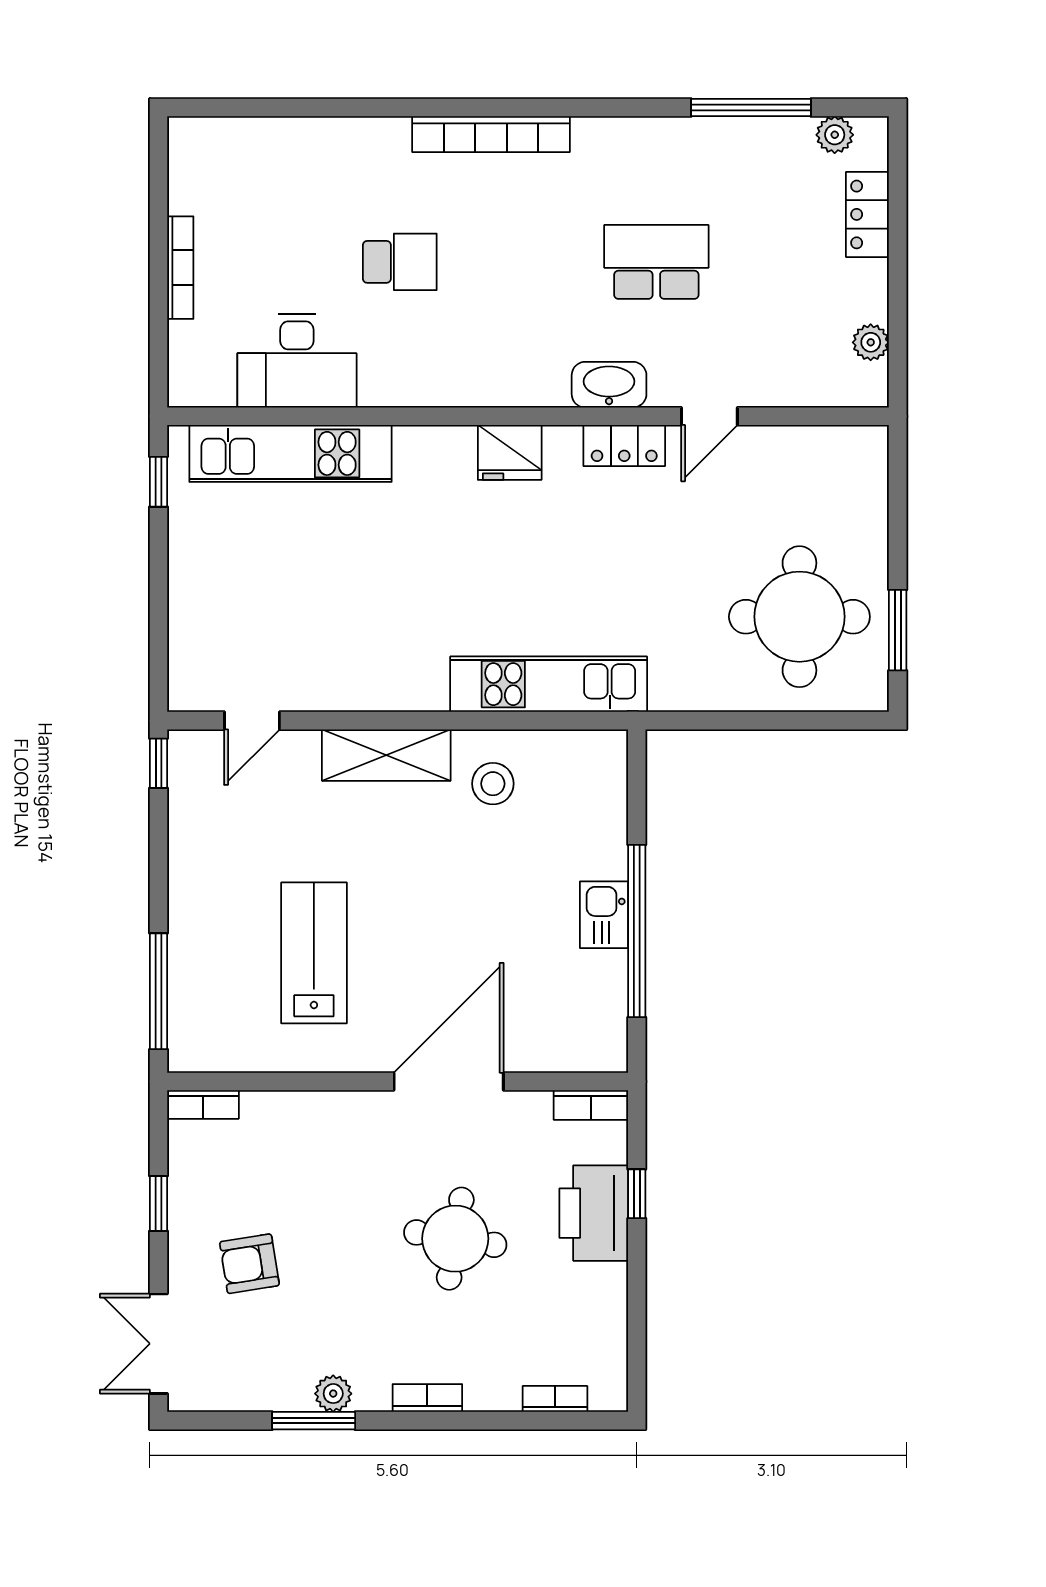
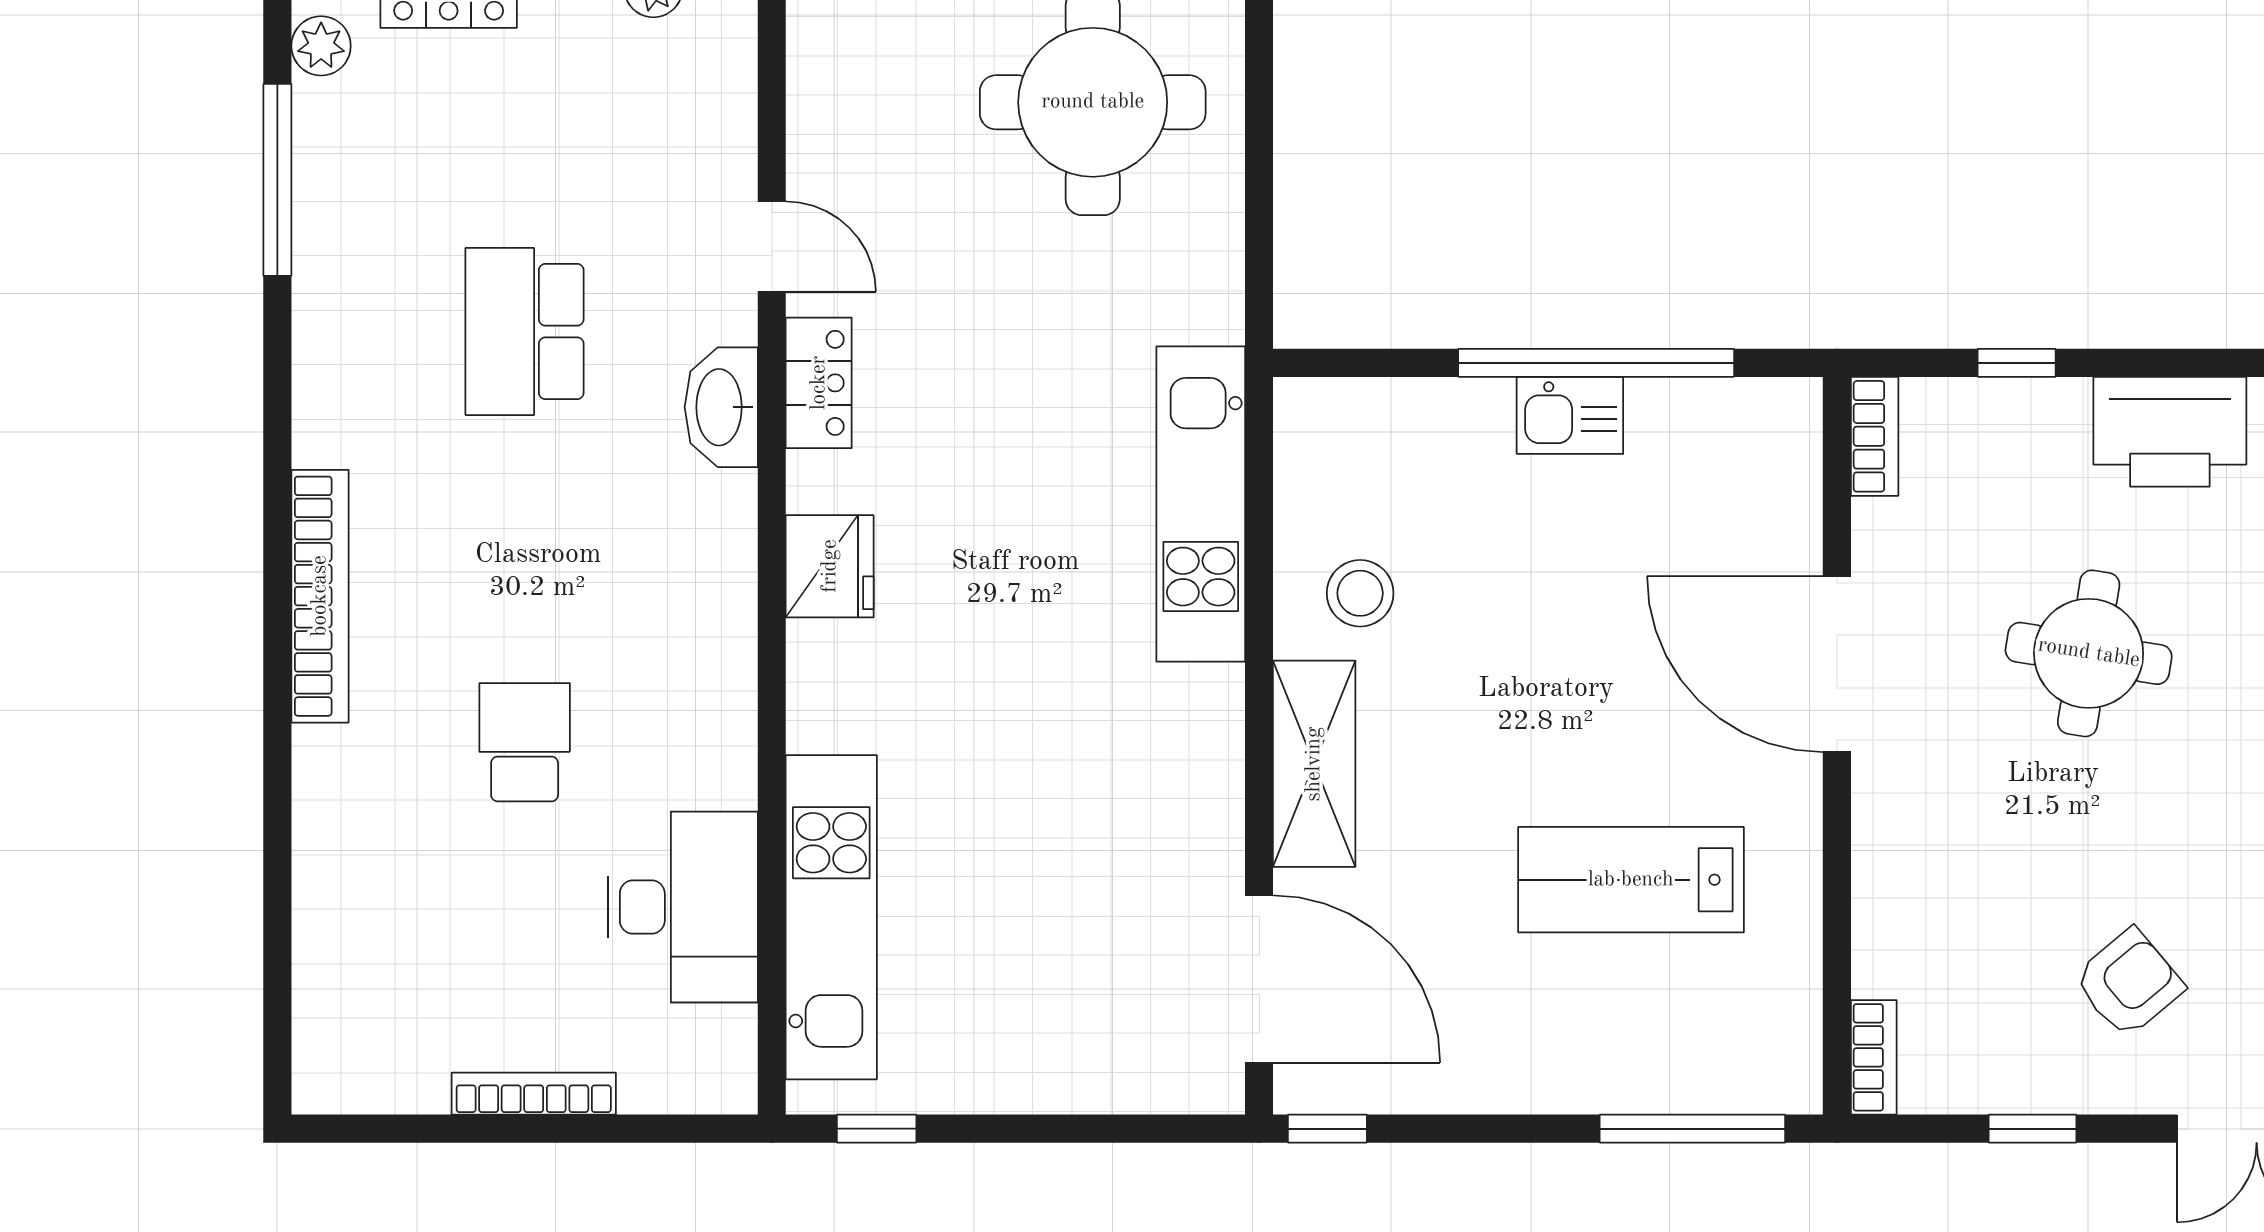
door: (252, 721) -> (1259, 979), width x1.87
printer: (594, 1213) -> (2170, 432), moved
armchair: (249, 1264) -> (2129, 983), turned -121

